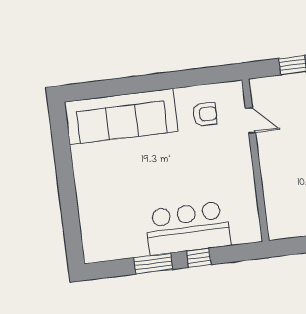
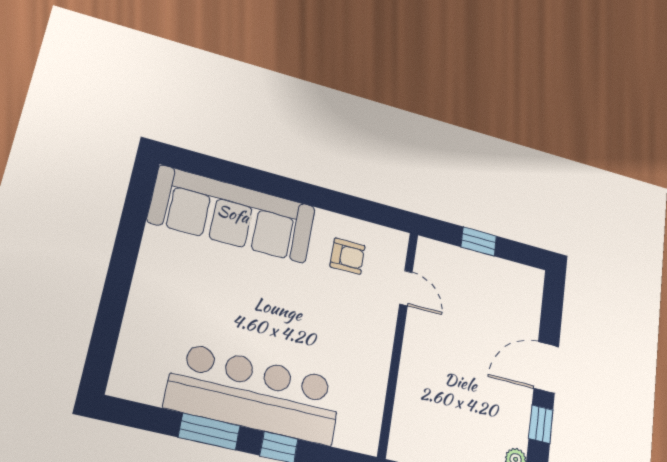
bar counter: (188, 228) -> (254, 394), width x1.36

